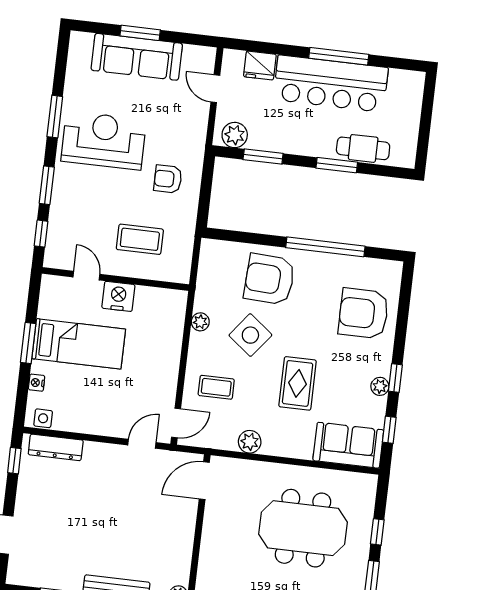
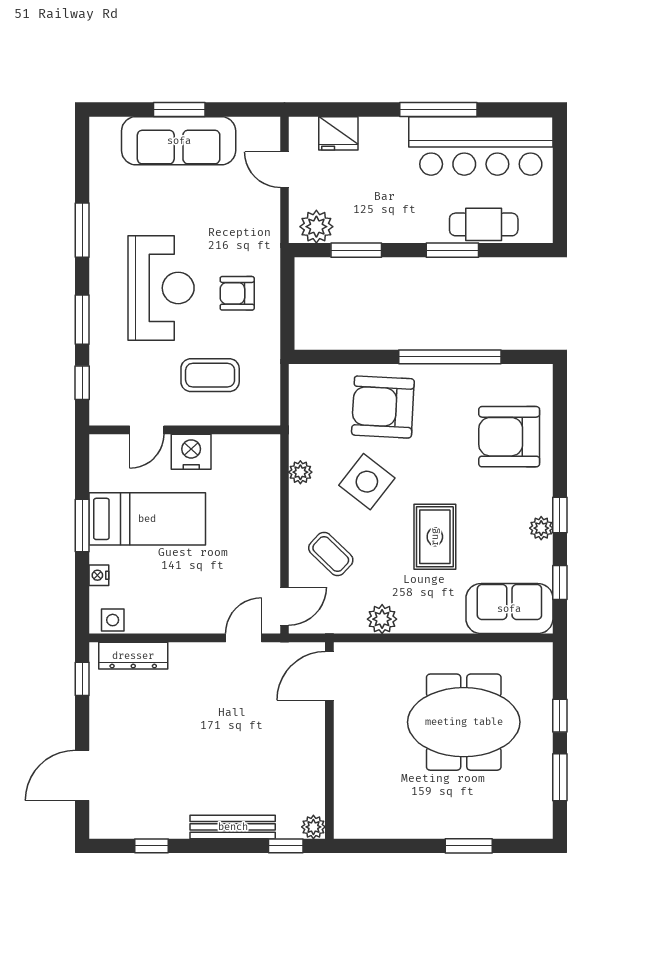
bar counter: (331, 84) -> (481, 146), moved
reception desk: (104, 140) -> (161, 288), moved, turned 90
door: (86, 276) -> (147, 430), swing flipped
coffee table: (216, 387) -> (331, 554), turned 44

